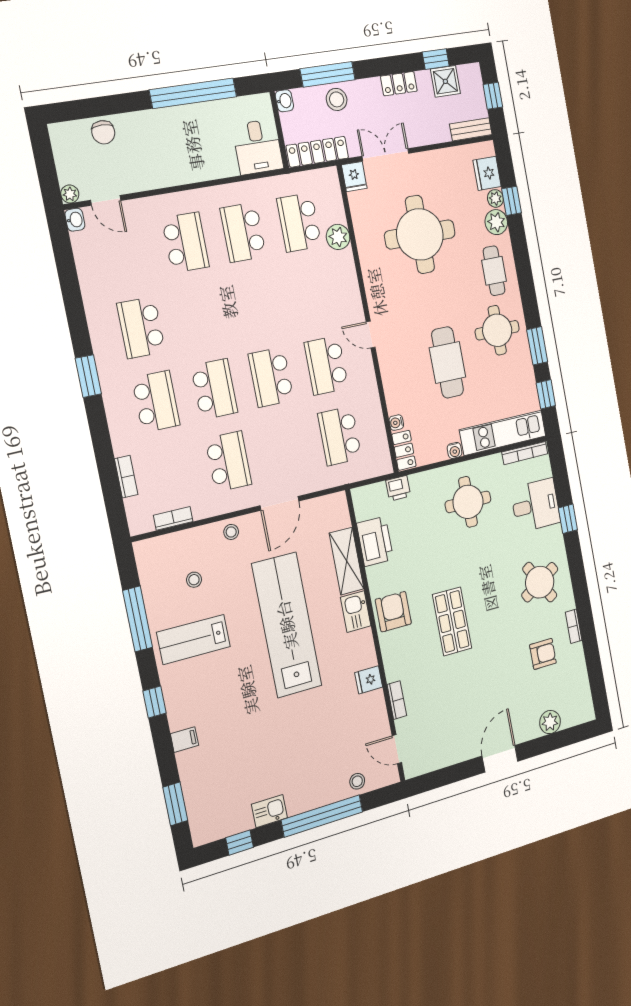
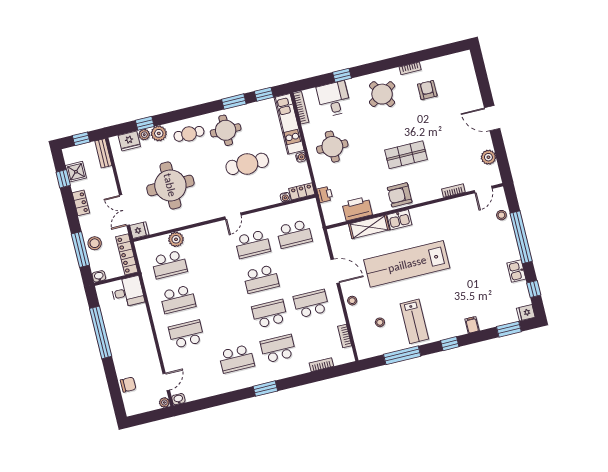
fridge: (369, 680) -> (526, 313), moved, turned 90
plant: (550, 722) -> (488, 157), moved

